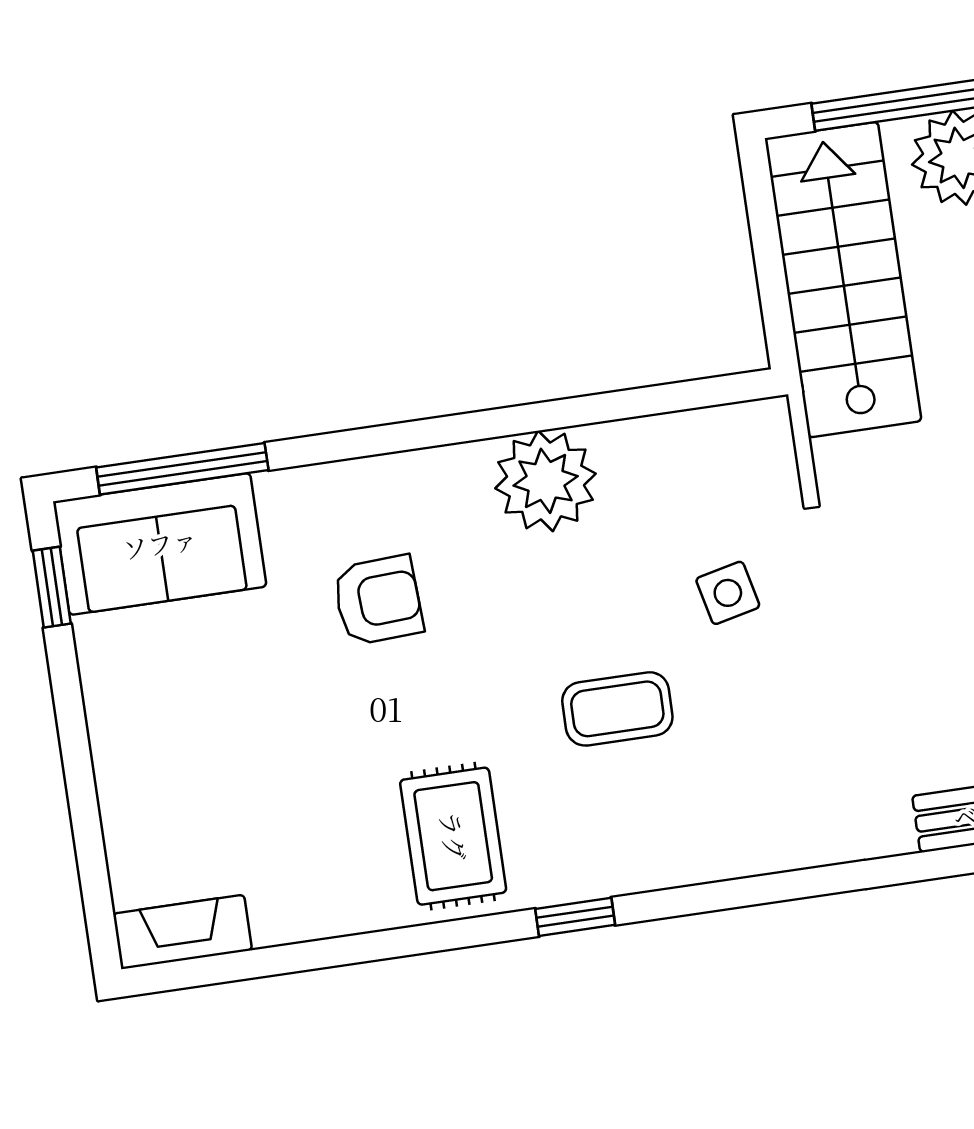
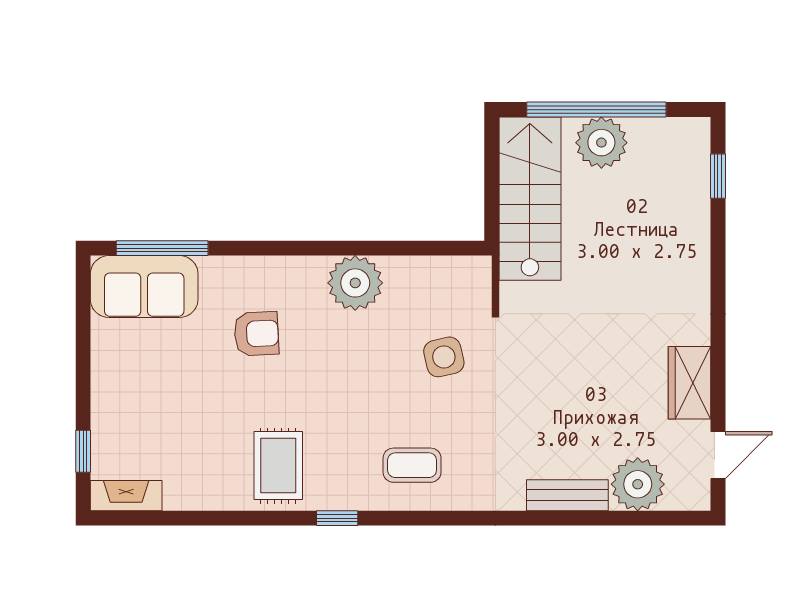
window: (52, 587) -> (83, 451), moved
side table: (728, 593) -> (444, 357), width x1.37, depth x1.37
coffee table: (617, 709) -> (412, 465), moved

